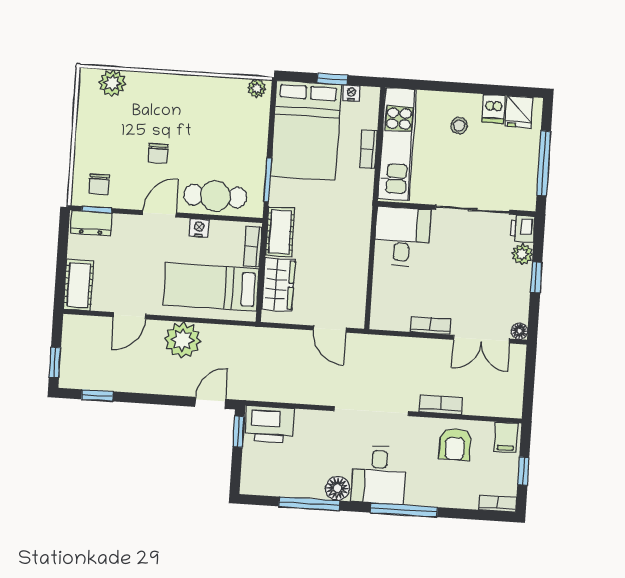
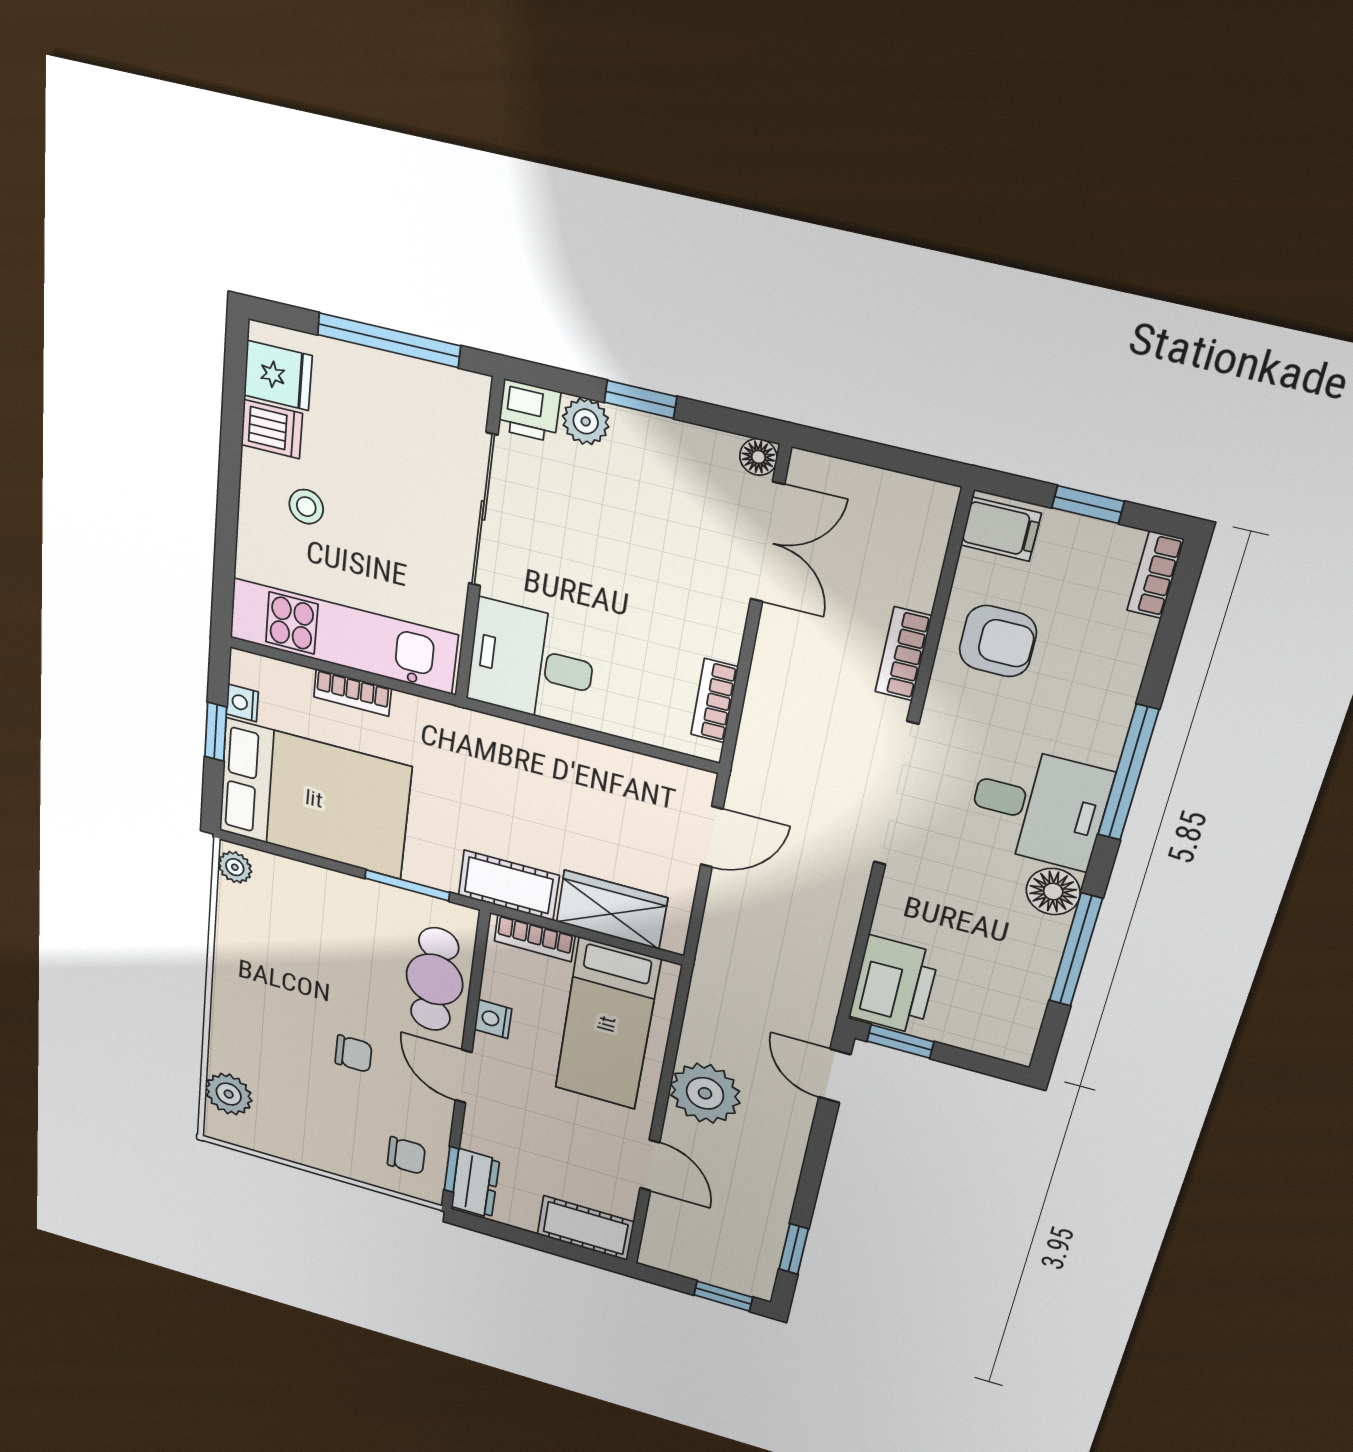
bookcase: (431, 325) -> (714, 701), moved

